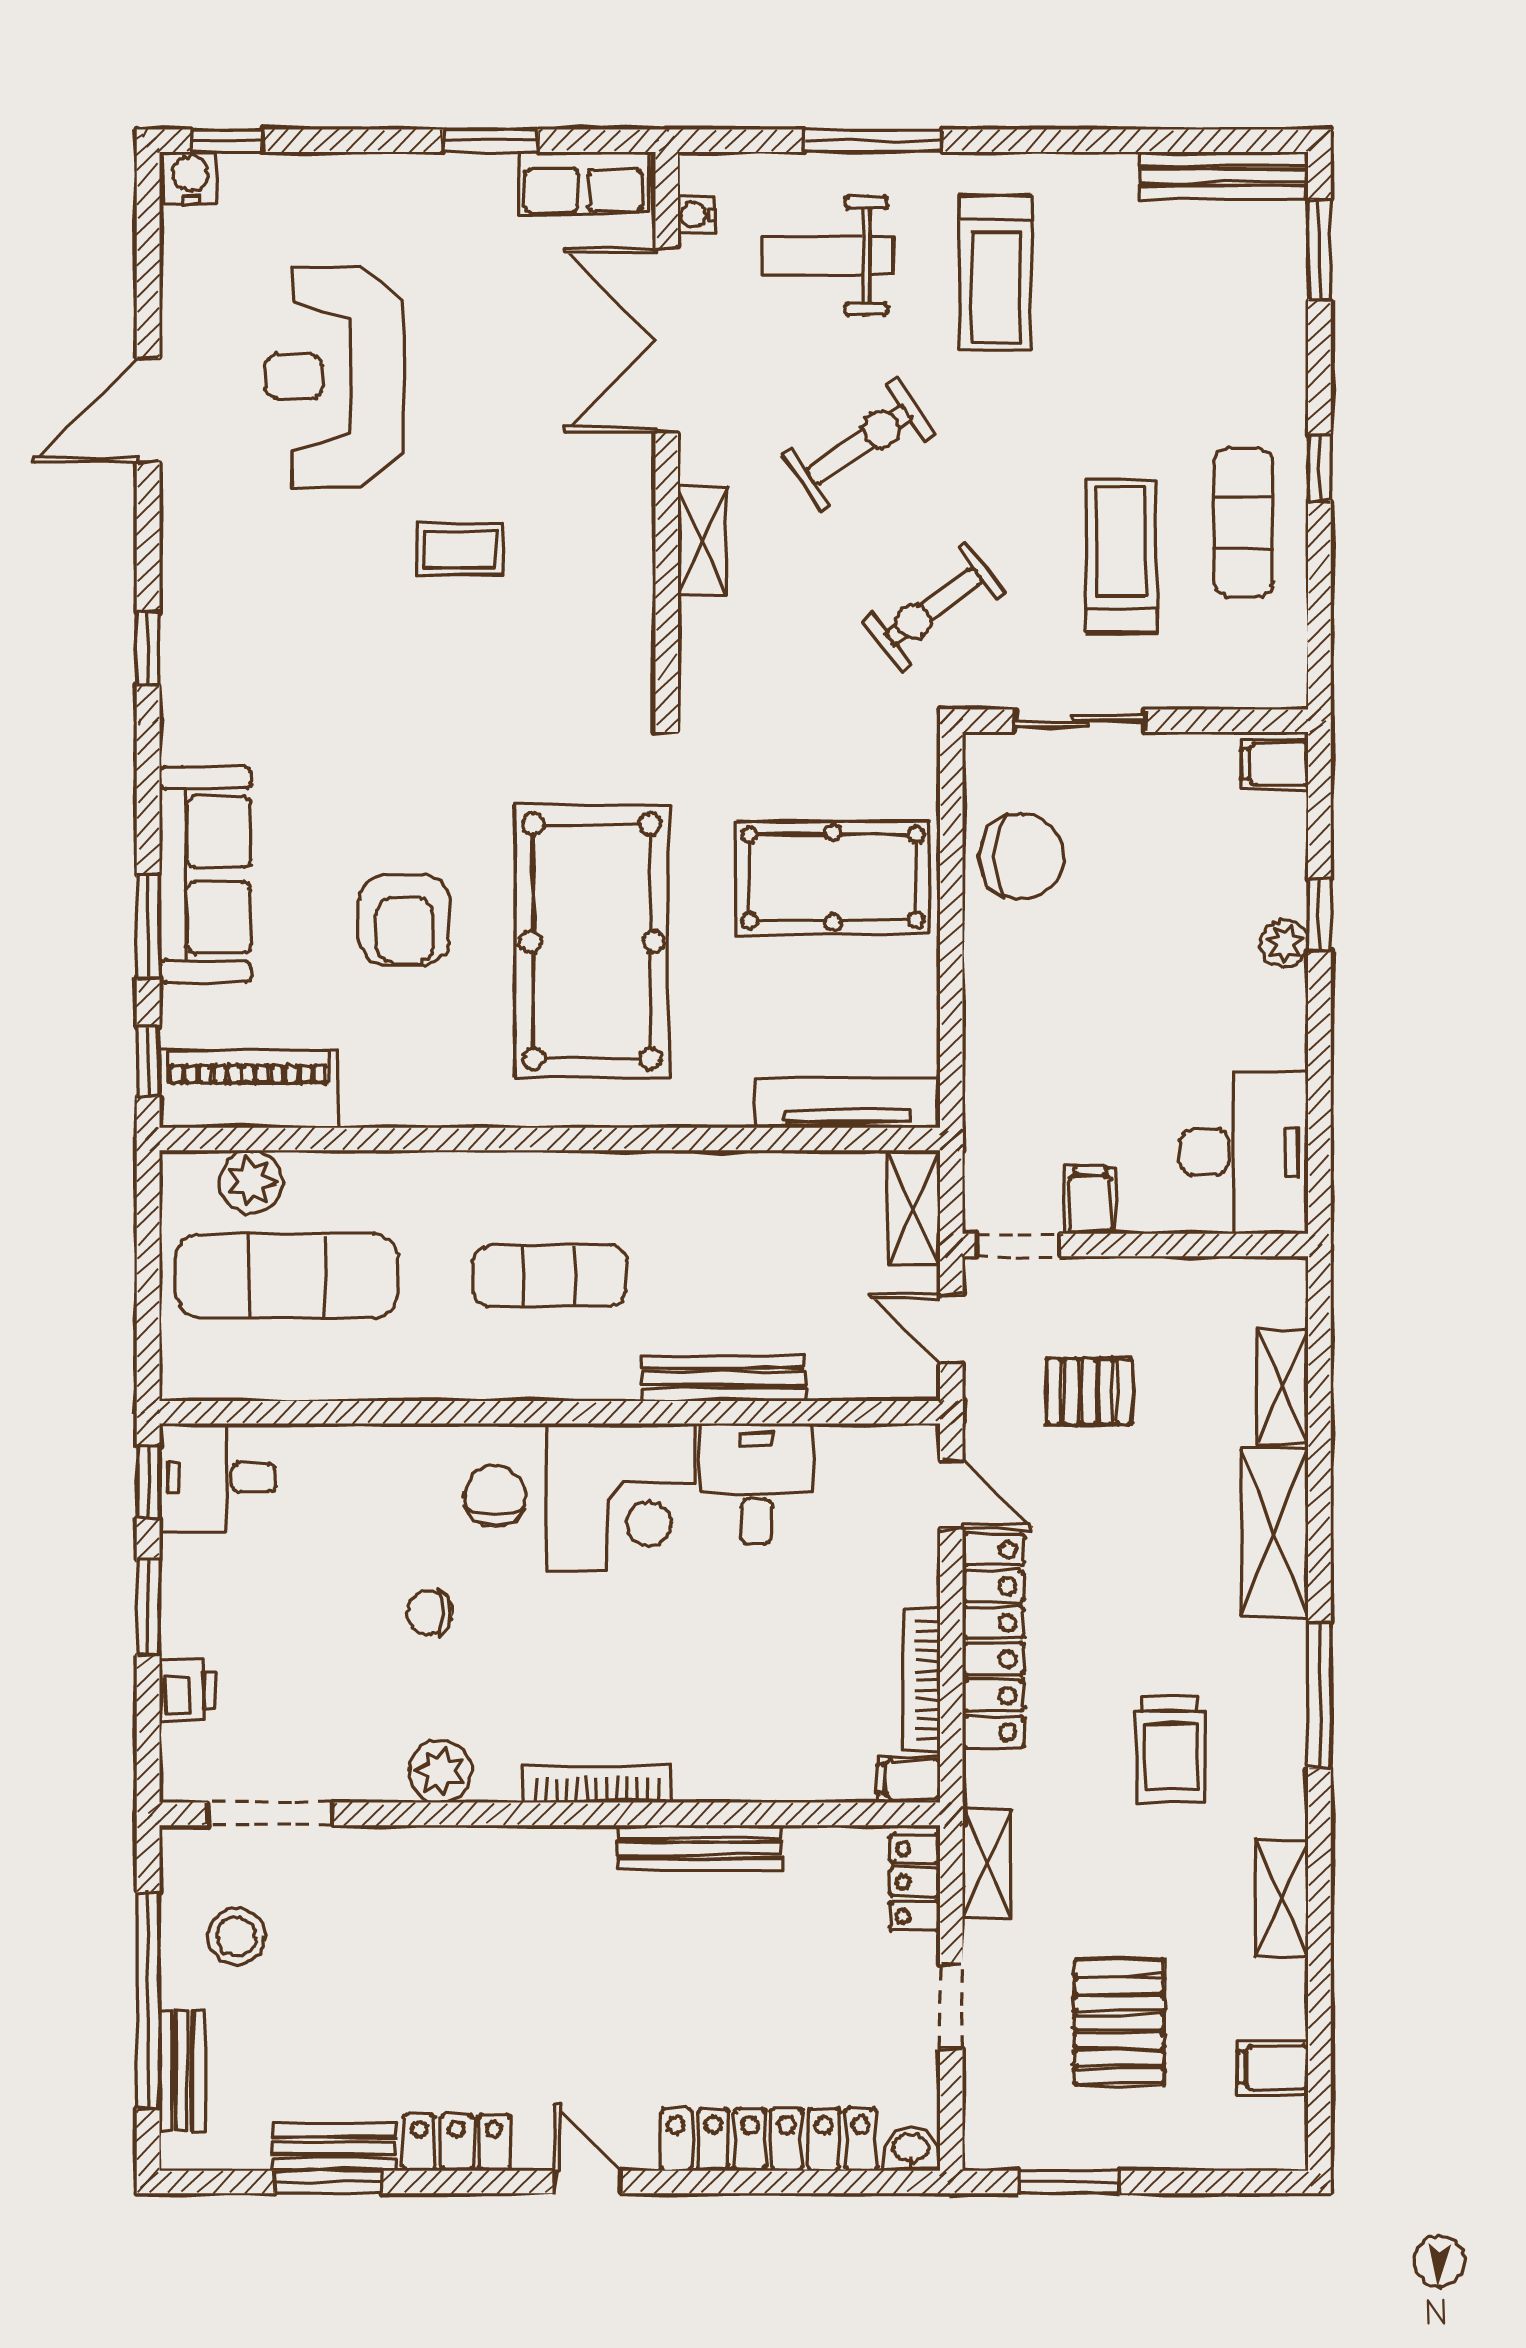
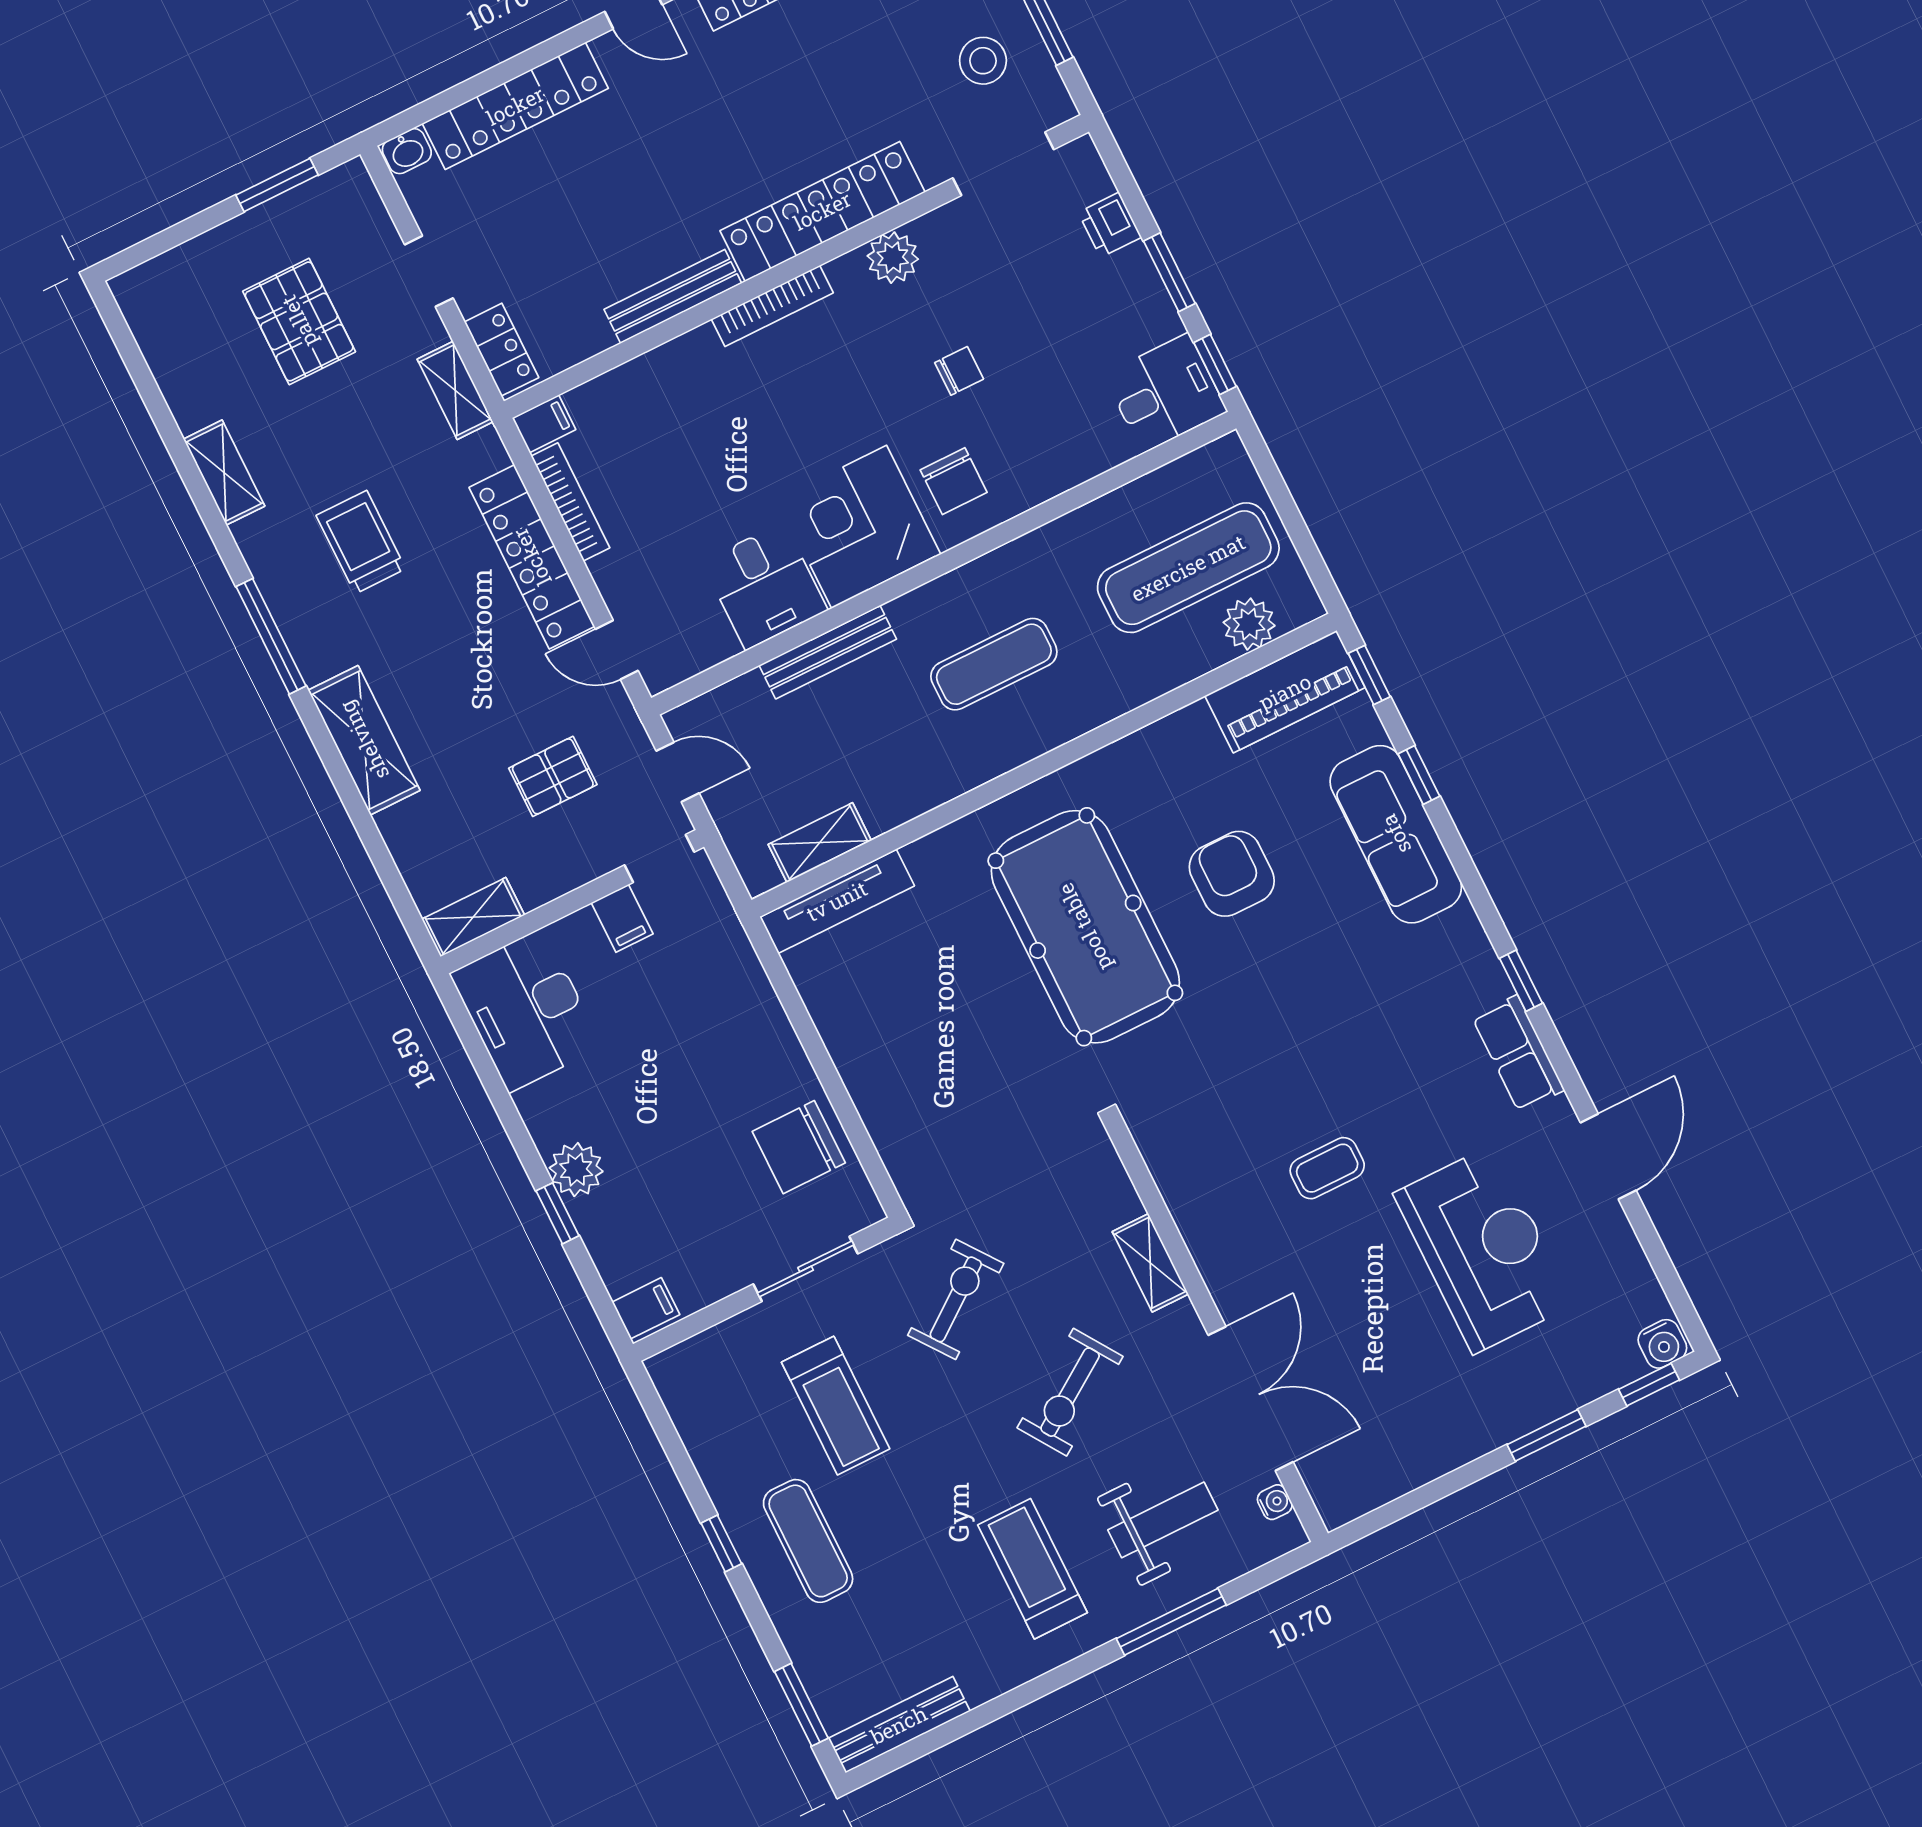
window: (490, 141) -> (1547, 1435), moved
row of seats: (583, 183) -> (1518, 1054), moved, turned -90
exercise mat: (1243, 522) -> (808, 1541), moved
pool table: (833, 877) -> (931, 1063), removed
window: (148, 926) -> (1419, 775), width x0.67
plant: (1284, 943) -> (576, 1170), width x1.38, depth x1.38
shelving: (914, 1207) -> (820, 843), moved, turned 90
shelving: (1283, 1386) -> (473, 917), moved, turned 90
locker: (492, 1859) -> (822, 211), added
filing cabinet: (1273, 2068) -> (169, 344), removed

